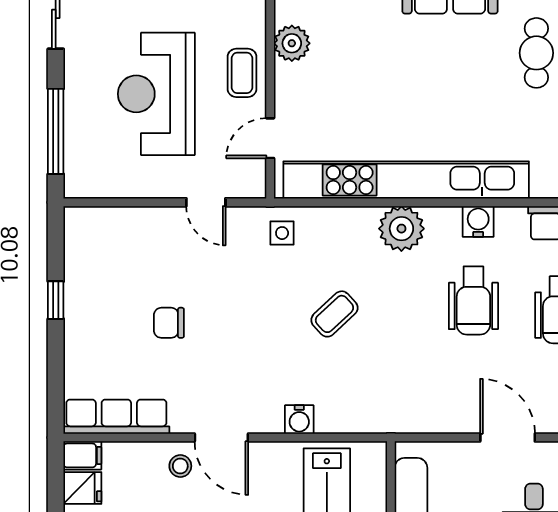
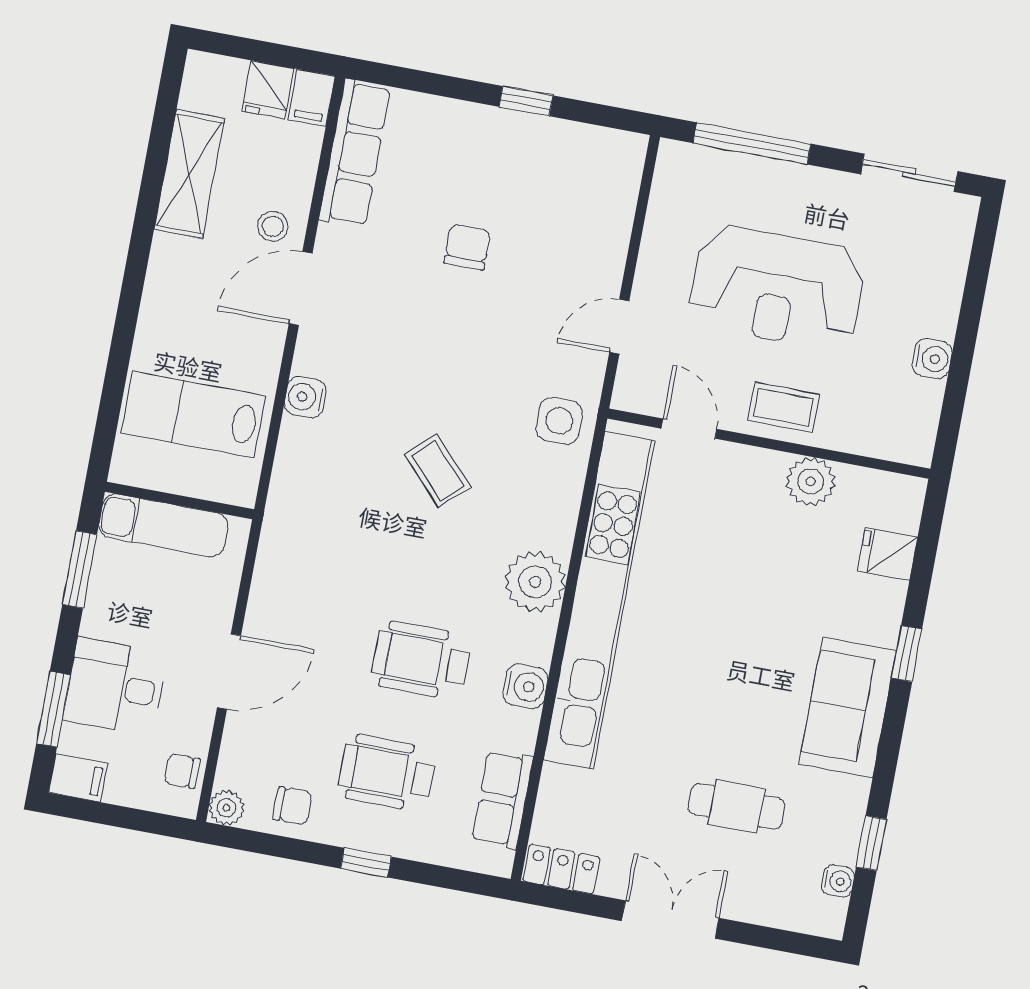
reception desk: (156, 94) -> (777, 287), turned 180
side table: (282, 233) -> (559, 421), width x1.37, depth x1.37

